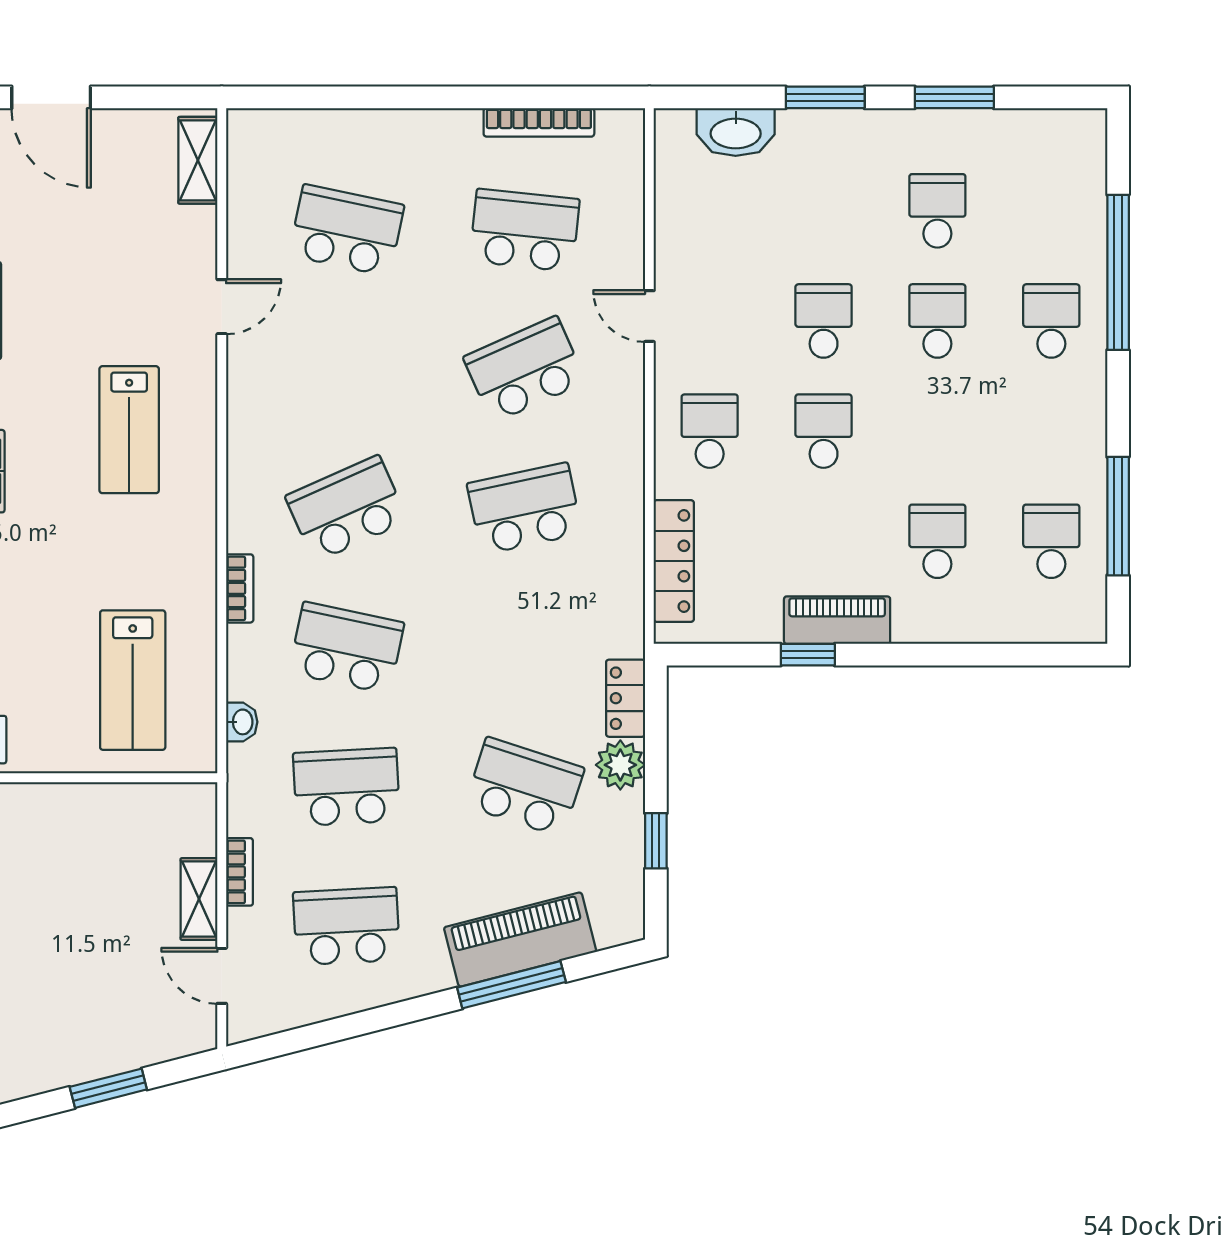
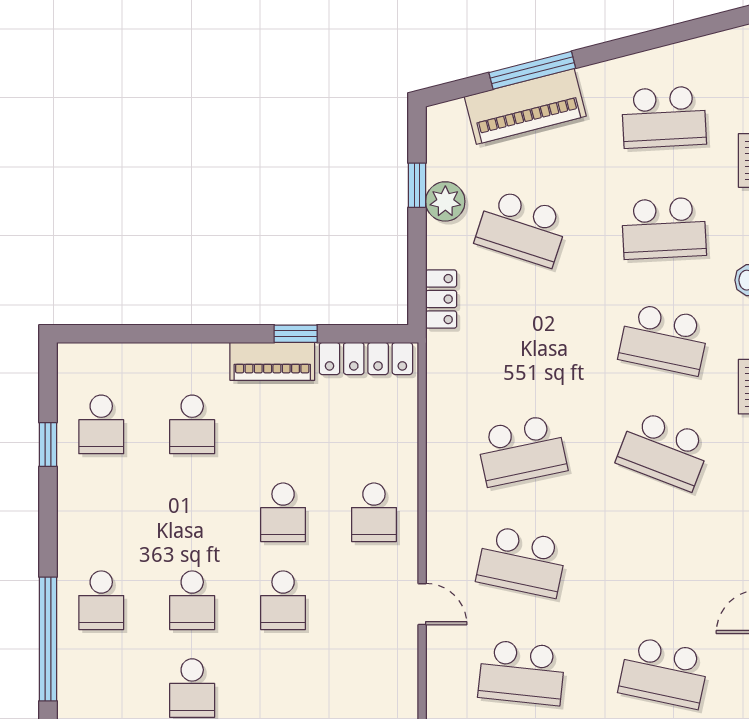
school desk: (525, 369) -> (522, 562), turned 36
school desk: (346, 509) -> (664, 450), turned 45
window: (1118, 516) -> (48, 444), width x0.46
locker: (674, 561) -> (366, 359), moved, turned -90
plant: (620, 765) -> (445, 201), moved

